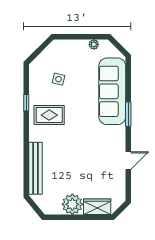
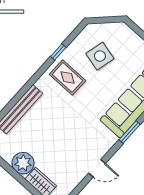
side table: (59, 79) -> (100, 56), width x1.87, depth x1.87

